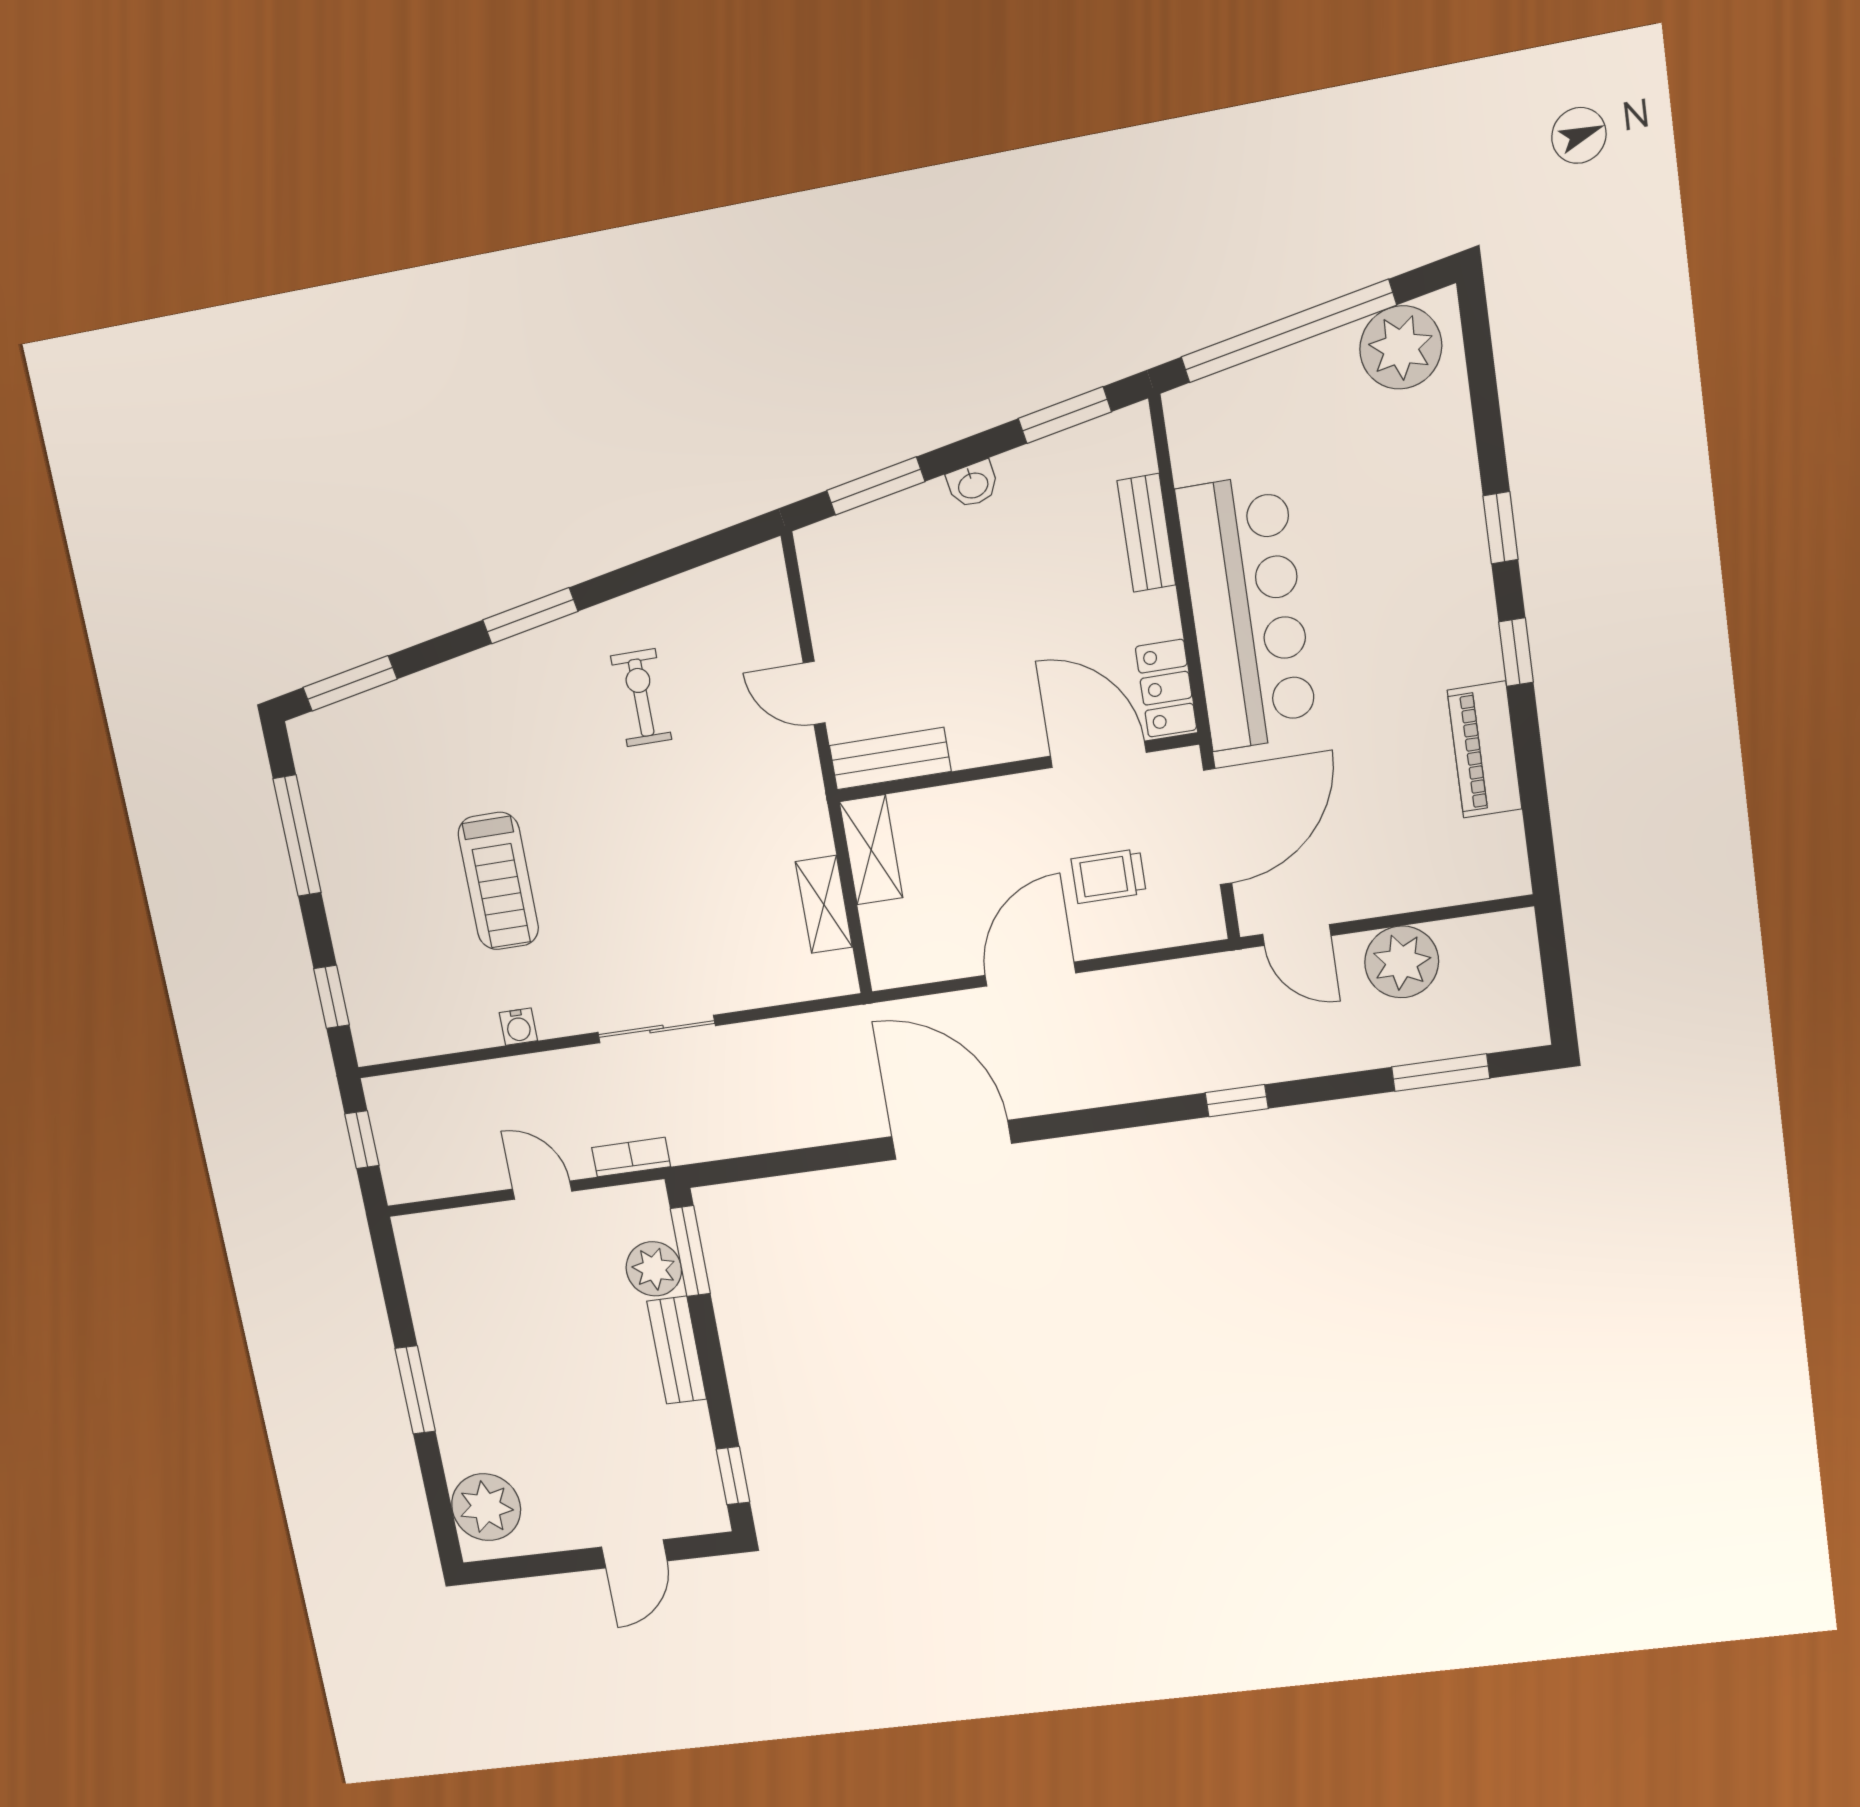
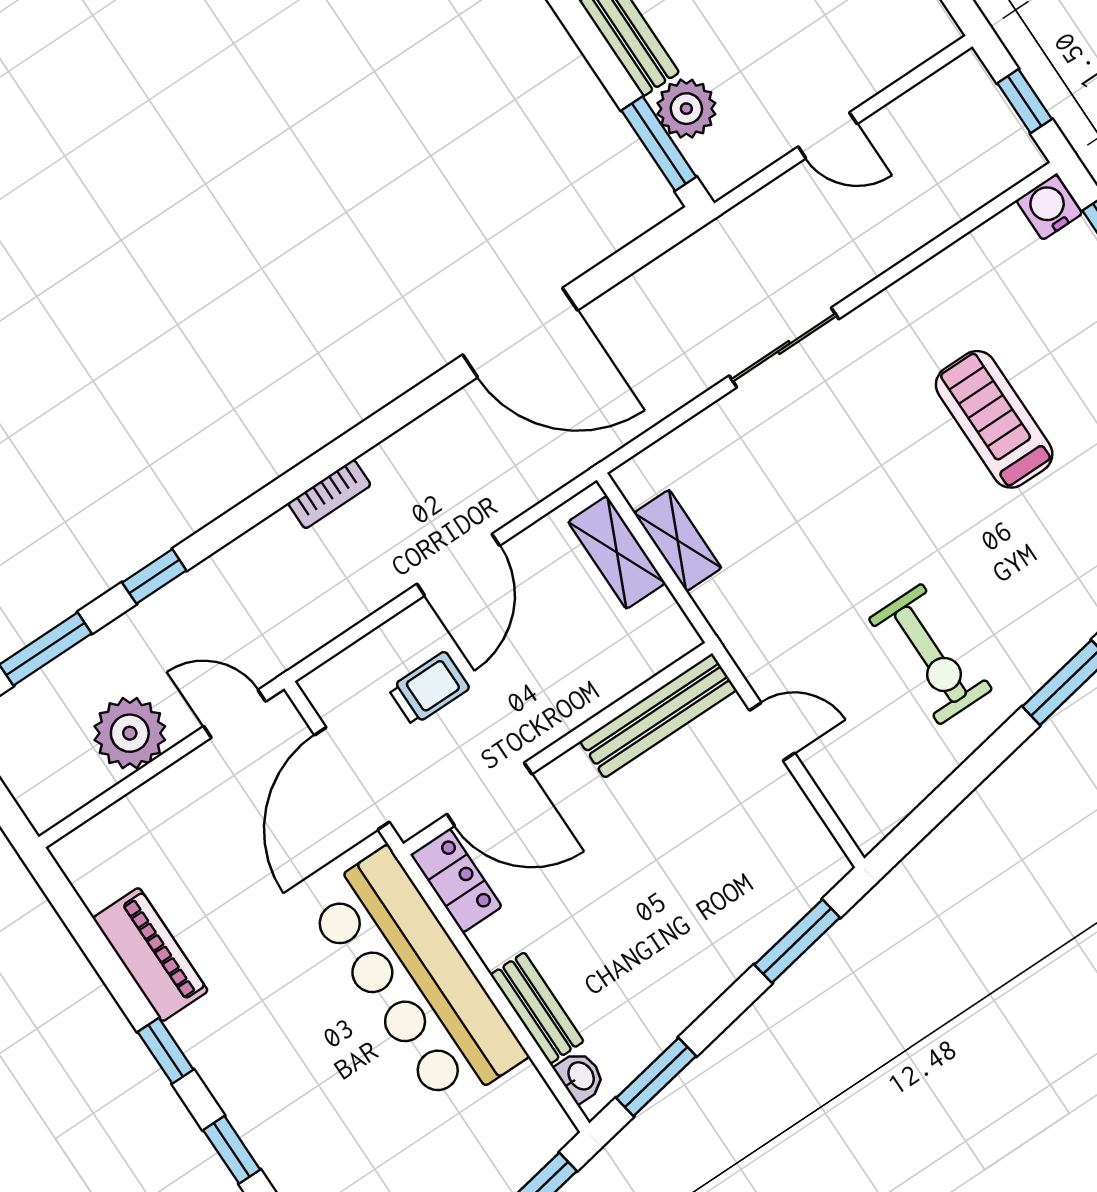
washbasin: (973, 484) -> (580, 1076), moved, turned 100
exercise bike: (641, 698) -> (930, 654), width x1.38, depth x1.39
bench: (890, 759) -> (658, 716), width x1.36
shelving: (871, 850) -> (617, 552), moved
water cooler: (518, 1027) -> (1049, 207), moved, width x1.38, depth x1.38
window: (1237, 1101) -> (154, 576), moved
door: (951, 1140) -> (520, 333), moved
bookcase: (631, 1157) -> (329, 494), moved

